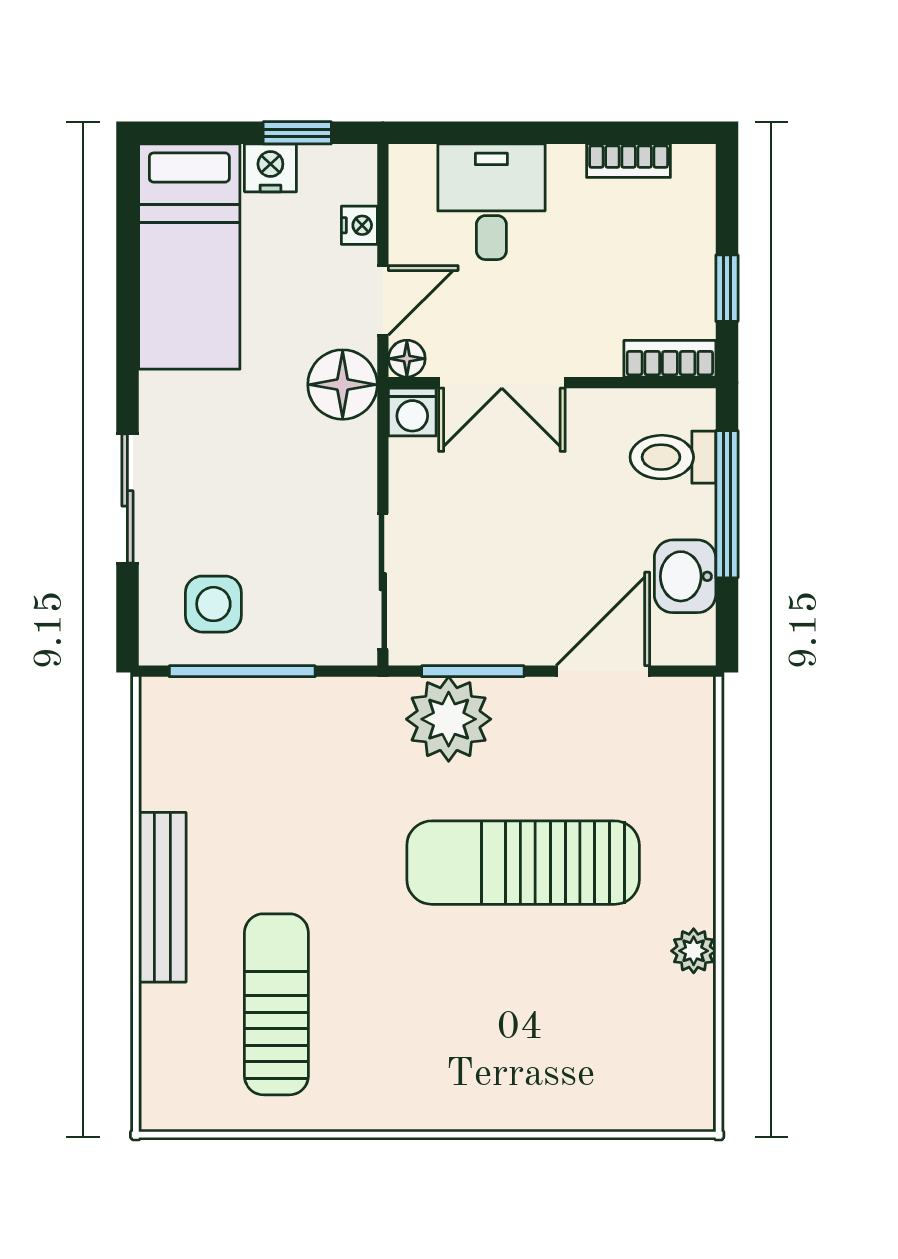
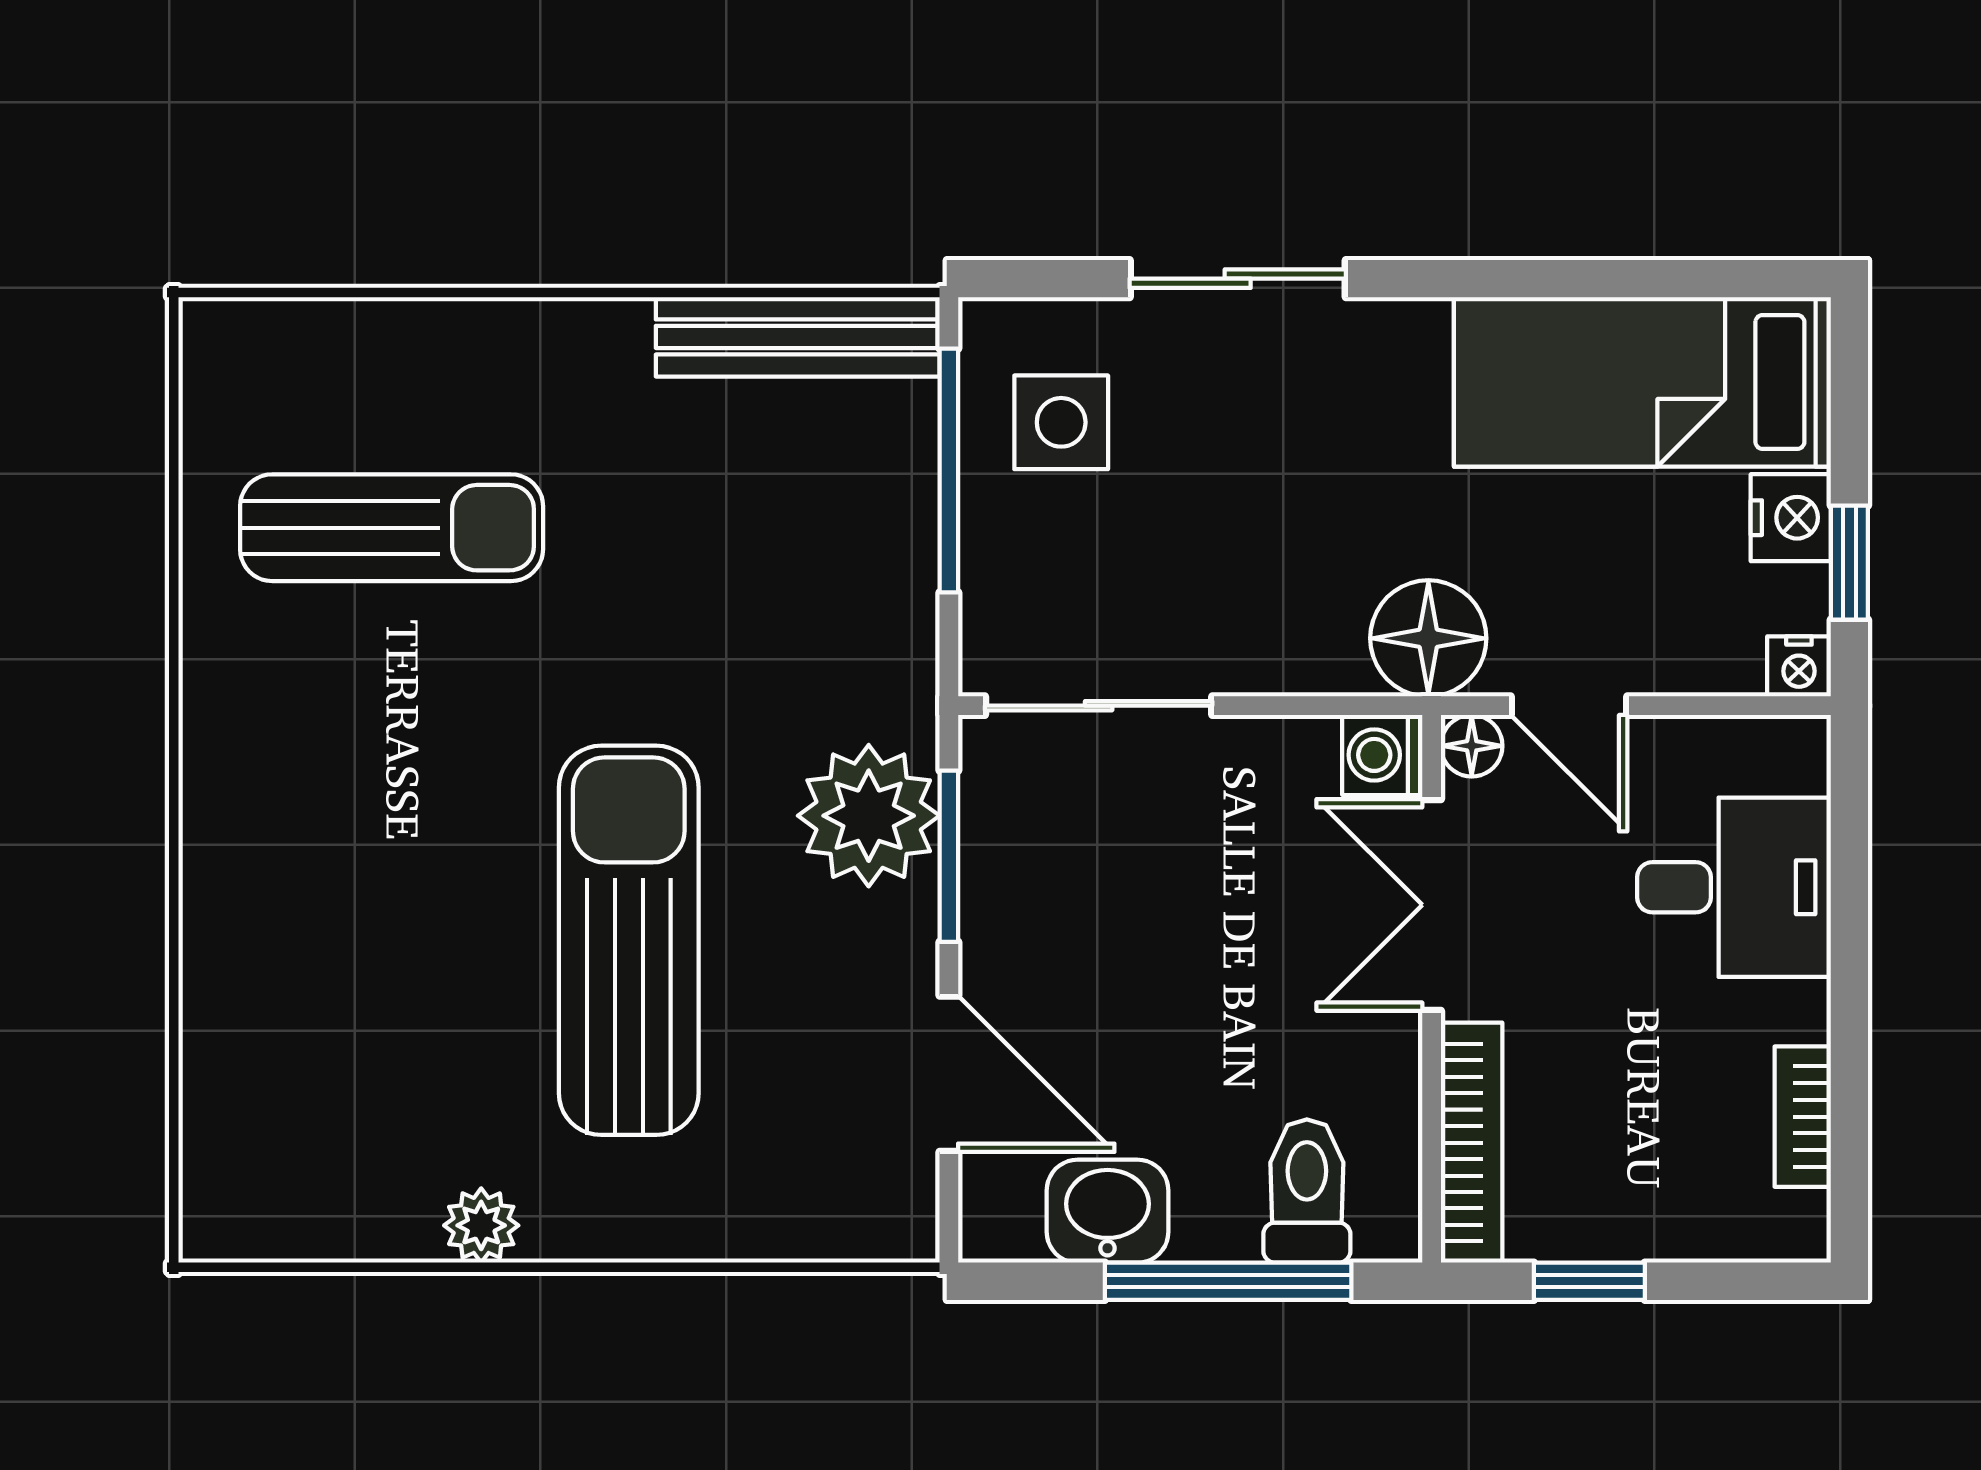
nightstand: (359, 225) -> (1799, 666), moved
bookcase: (670, 359) -> (1472, 1143), width x1.56
bench: (162, 897) -> (798, 337), moved

